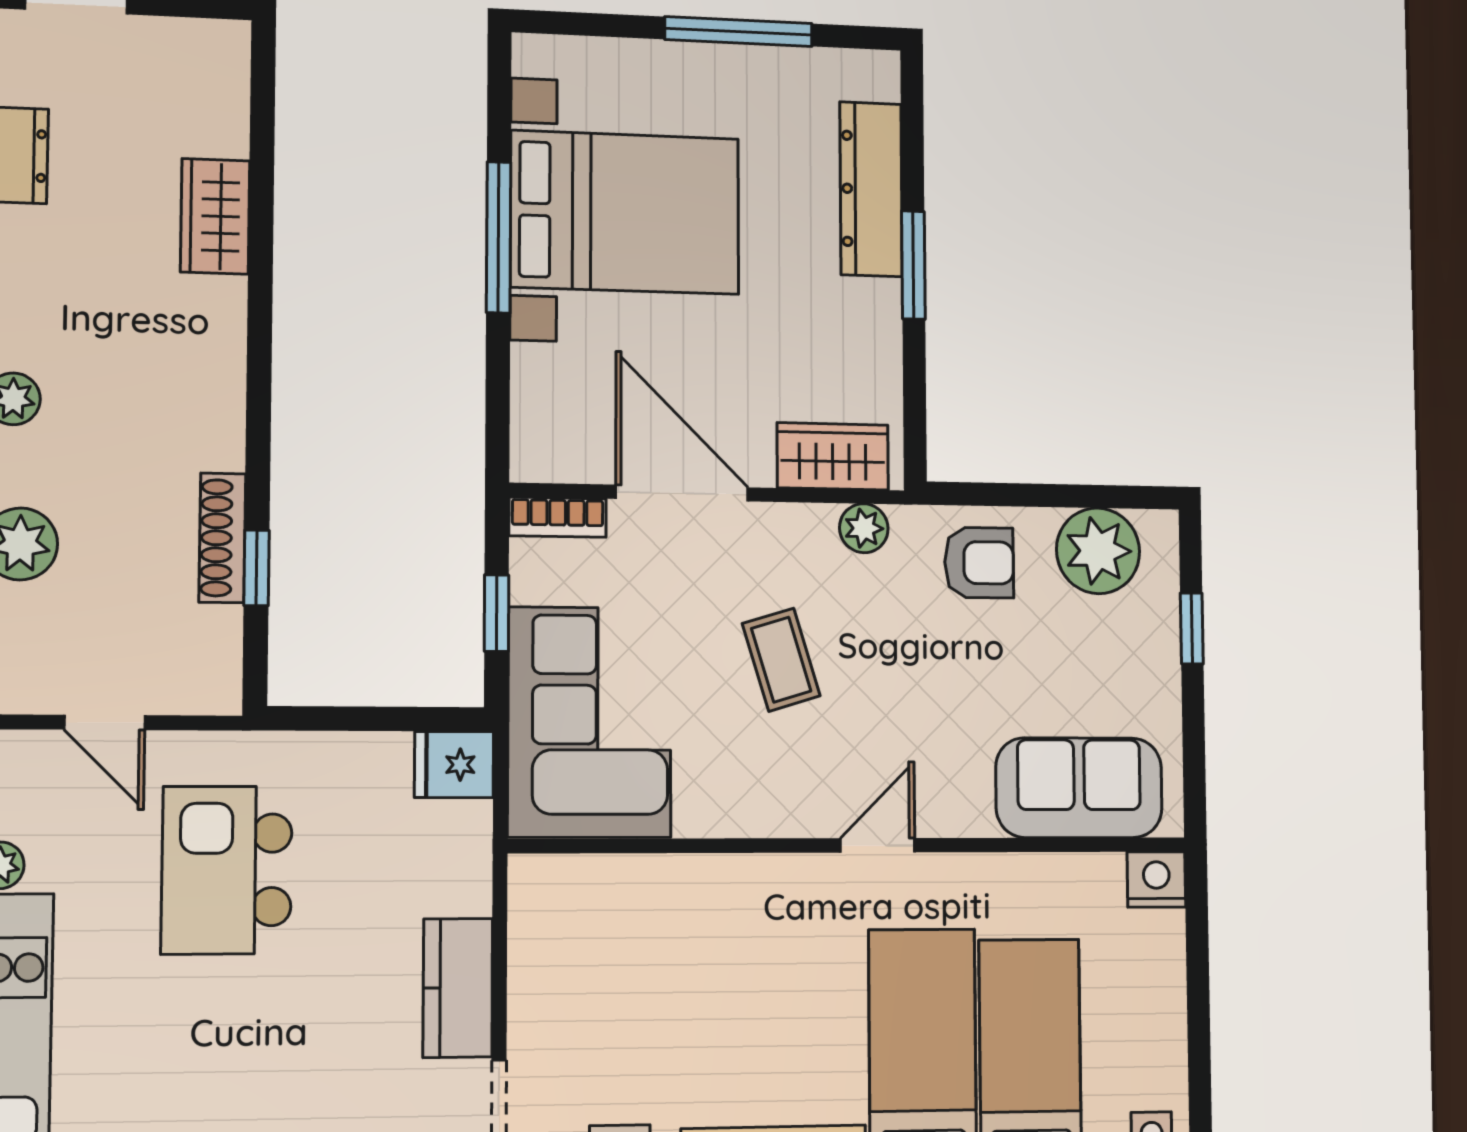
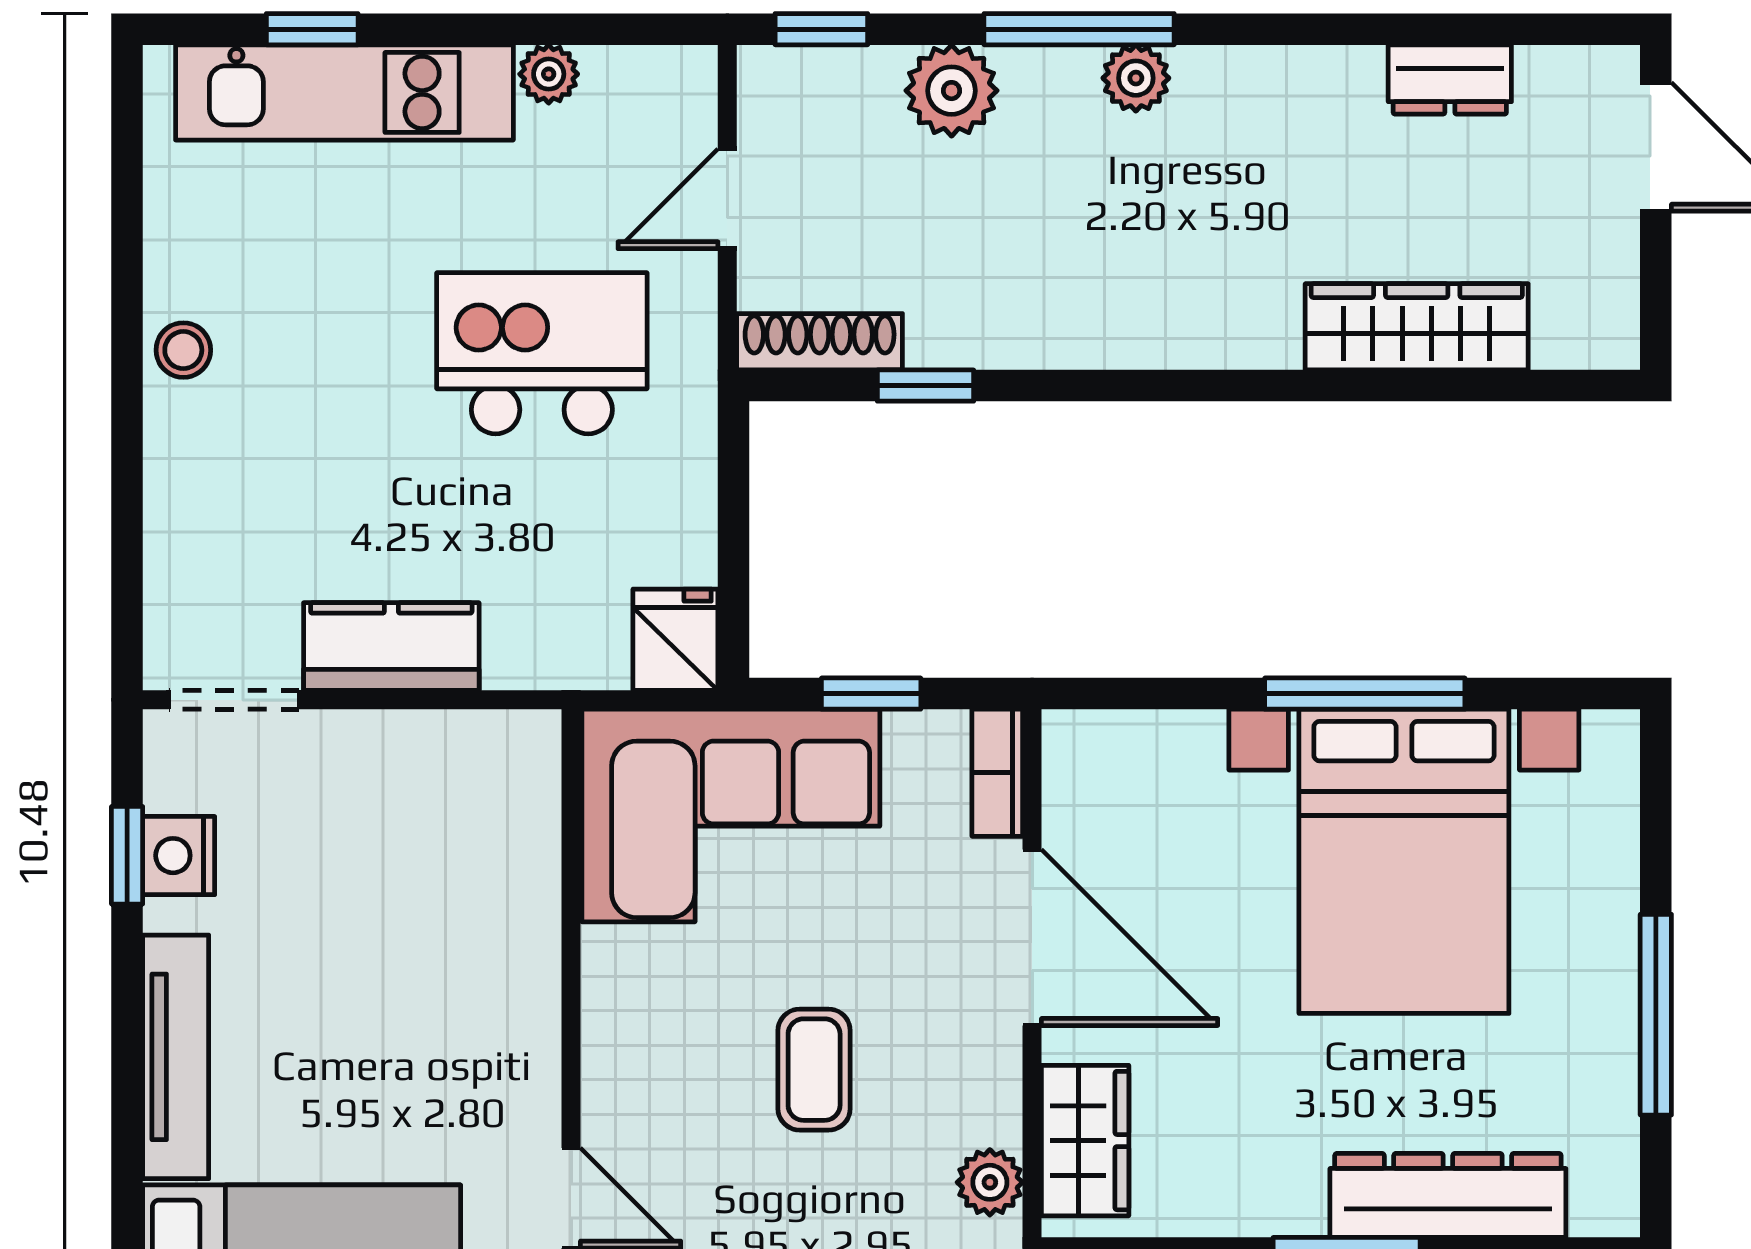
wardrobe: (215, 216) -> (1417, 327), width x1.50
door: (682, 493) -> (1032, 937), hinge flipped
shoe rack: (222, 538) -> (820, 342), moved
coffee table: (781, 660) -> (814, 1070), turned -73

